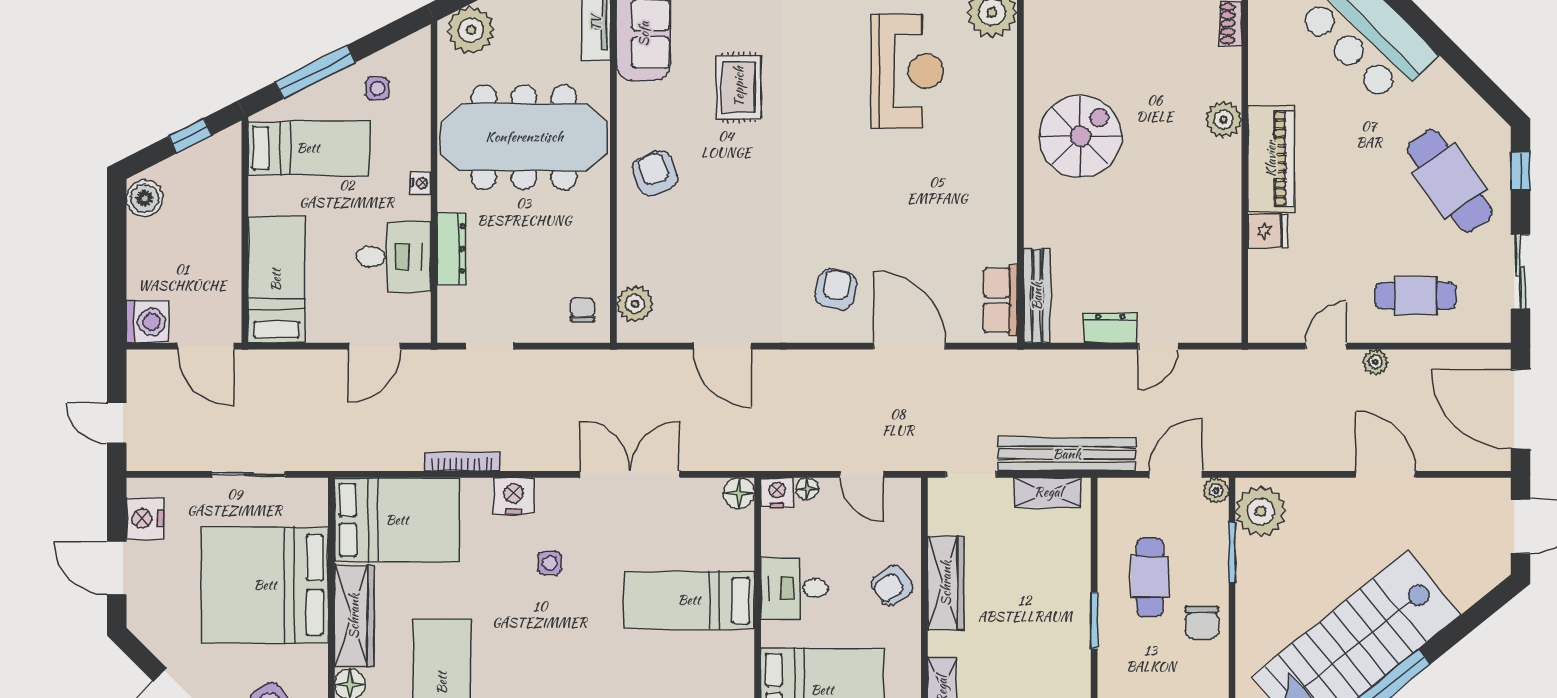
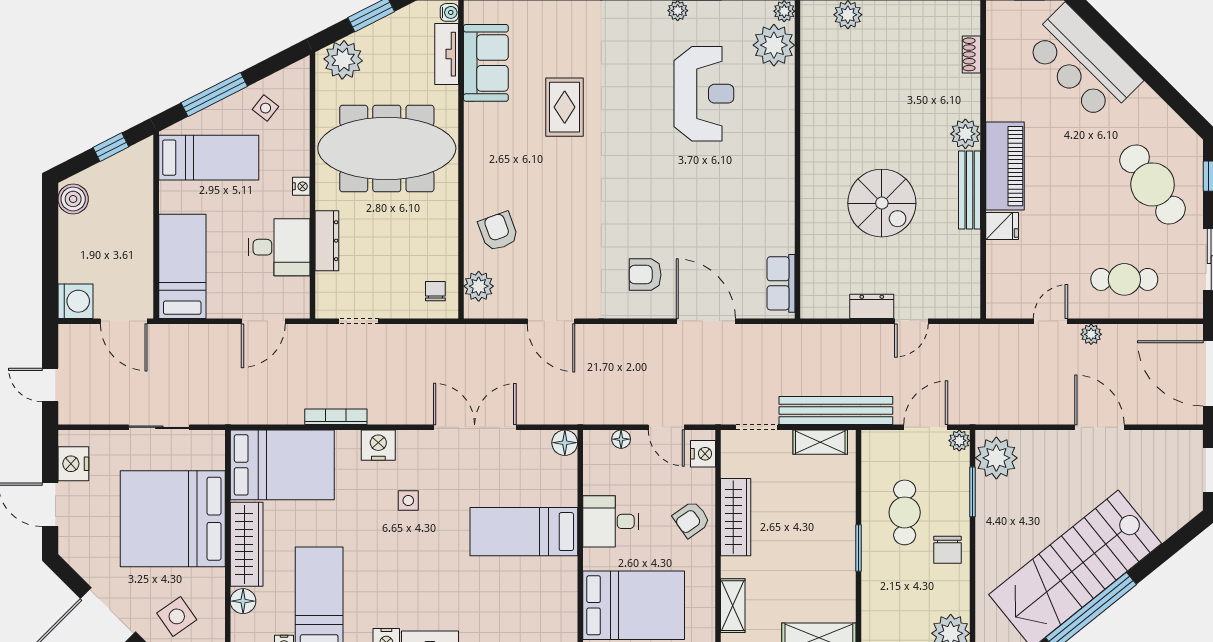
side table: (377, 88) -> (266, 108), turned 38
spiral stairs: (1080, 136) -> (882, 203), moved, turned 90
armchair: (655, 173) -> (498, 231), moved
armchair: (836, 290) -> (645, 275), turned -104
bench: (1037, 296) -> (970, 190), moved
nightstand: (777, 493) -> (703, 454), moved, turned 90

